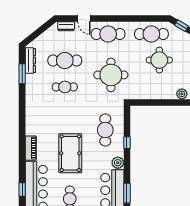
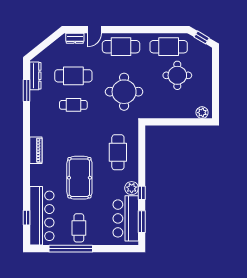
door: (84, 19) -> (94, 30), hinge flipped
window: (127, 143) -> (142, 193), moved
piano: (31, 148) -> (36, 150), moved

